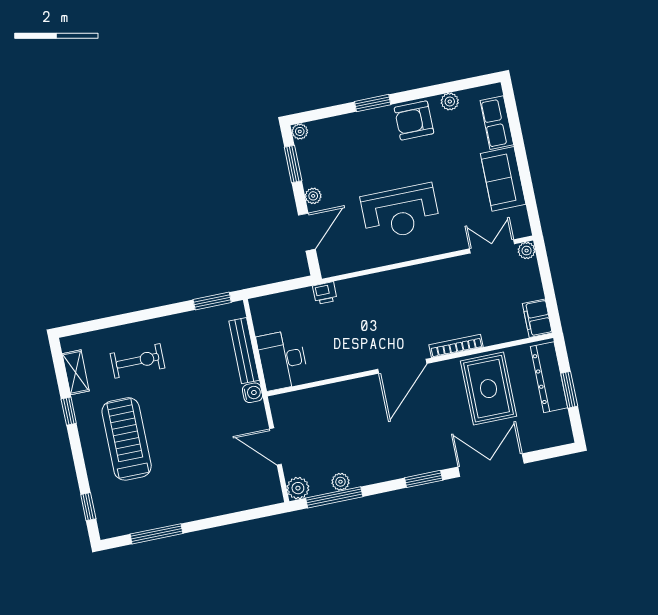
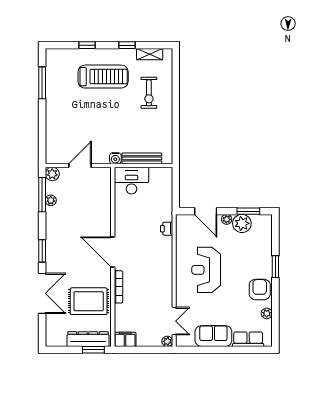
plant: (300, 131) -> (242, 223), moved, width x1.88, depth x1.88
printer: (325, 293) -> (167, 229), moved
window: (212, 301) -> (176, 145), removed
window: (569, 390) -> (93, 350), moved
window: (88, 507) -> (87, 45), moved

